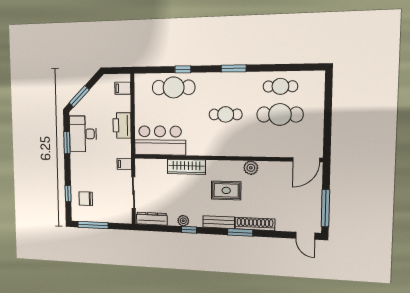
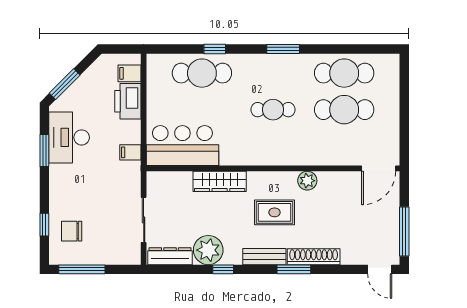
cafe table: (280, 86) -> (344, 73), width x1.37, depth x1.35
printer: (122, 125) -> (128, 101), moved
filing cabinet: (124, 164) -> (130, 152), moved
plant: (183, 221) -> (208, 250), width x1.88, depth x1.88

